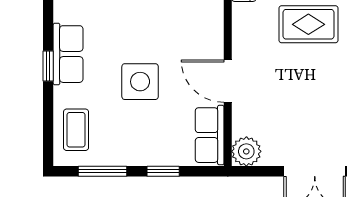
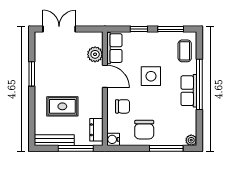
chair: (194, 24) -> (123, 106), added
window: (48, 66) -> (199, 84), width x3.17
plant: (246, 151) -> (95, 54), moved

